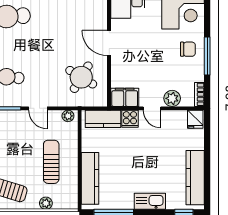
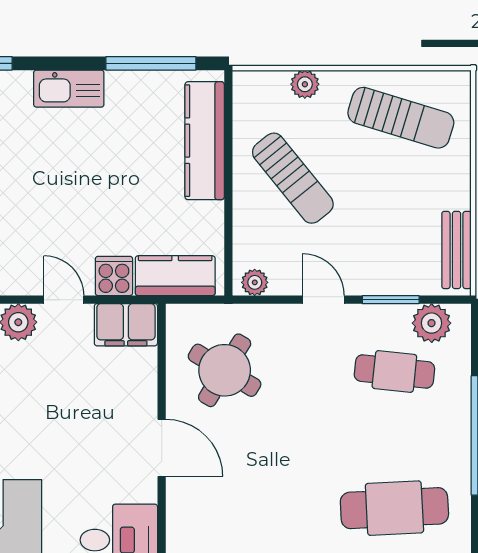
sun lounger: (51, 162) -> (293, 178), turned -39

